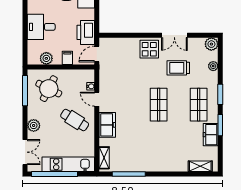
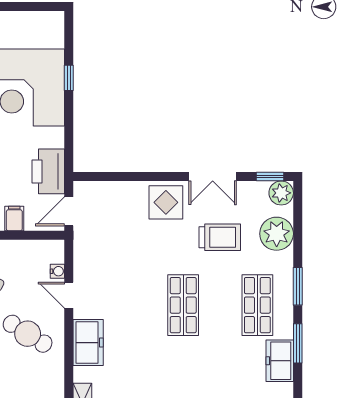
window: (205, 35) -> (270, 176), added
plant: (213, 66) -> (277, 234), width x1.88, depth x1.88
trolley: (178, 68) -> (220, 237), turned 180

